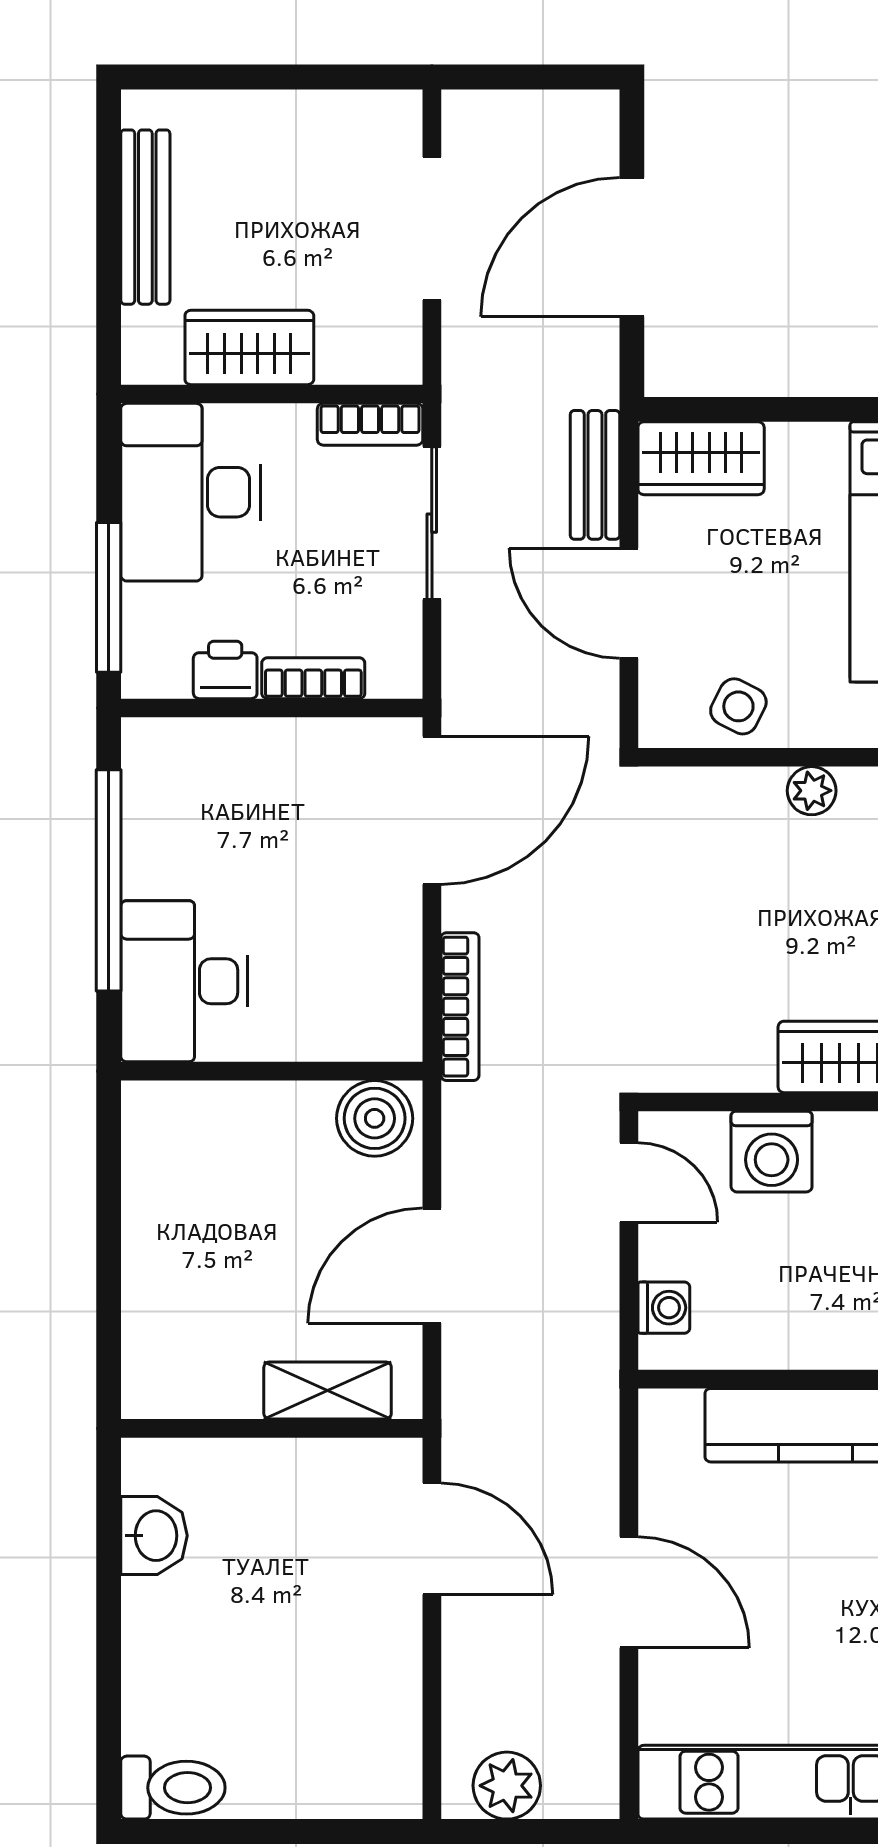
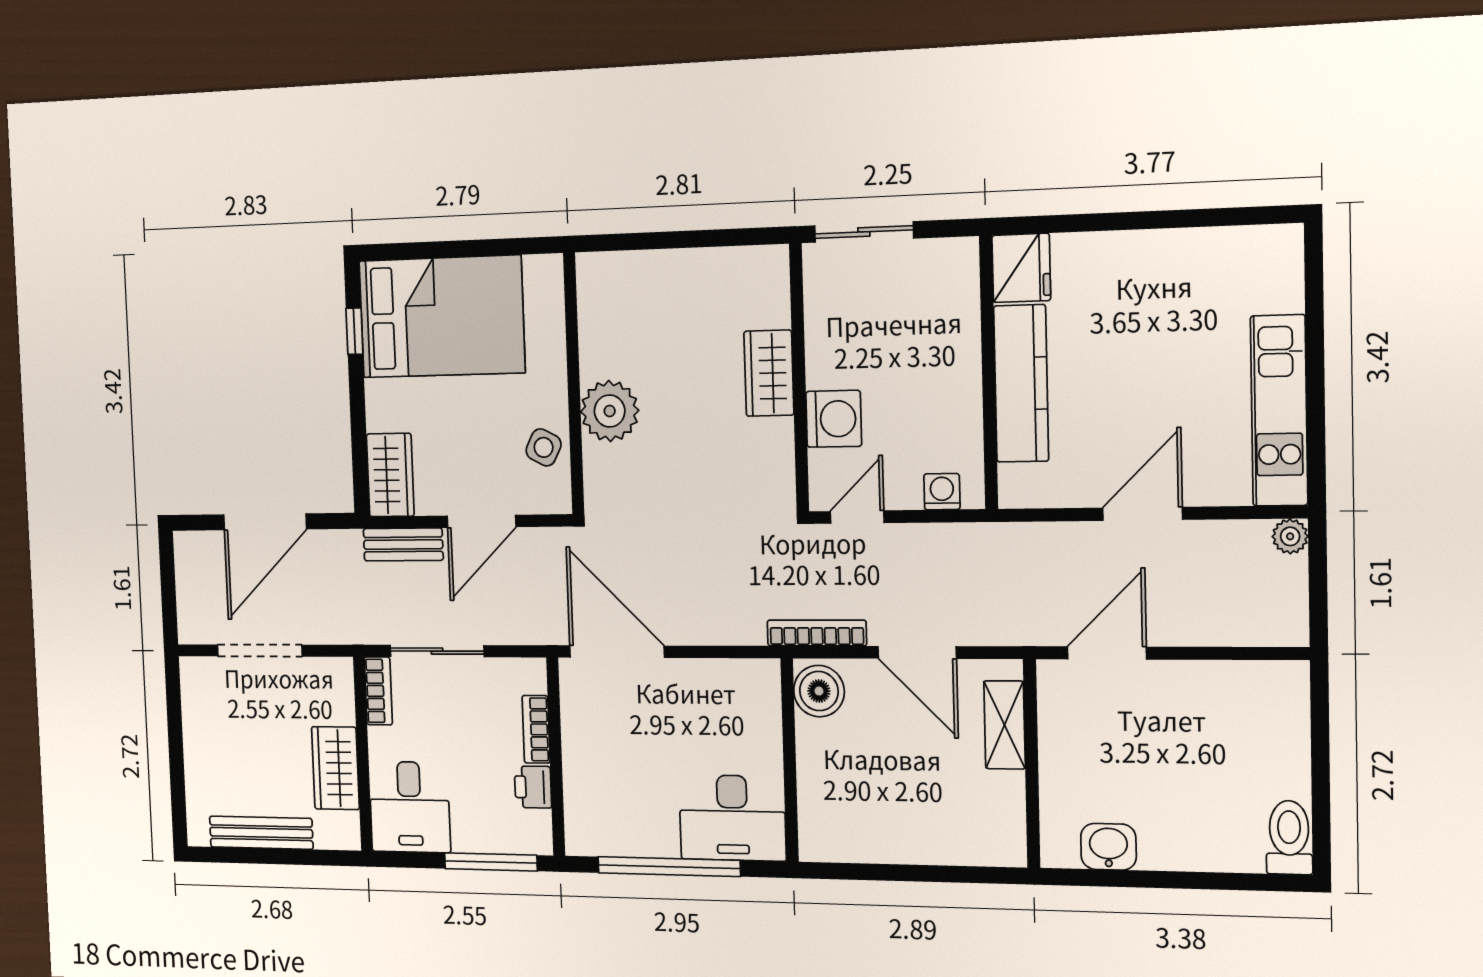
door: (632, 247) -> (265, 522), hinge flipped
desk: (191, 492) -> (410, 807), width x0.73
plant: (812, 791) -> (610, 411), width x1.88, depth x1.88
bookcase: (460, 1007) -> (817, 633), moved
plant: (507, 1786) -> (1290, 536), moved, width x0.73, depth x0.73

